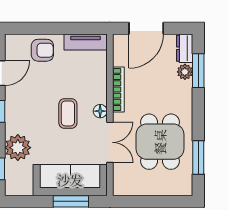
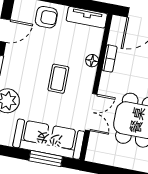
bookcase: (118, 89) -> (110, 58), width x0.64
floor lamp: (100, 111) -> (92, 61), moved

